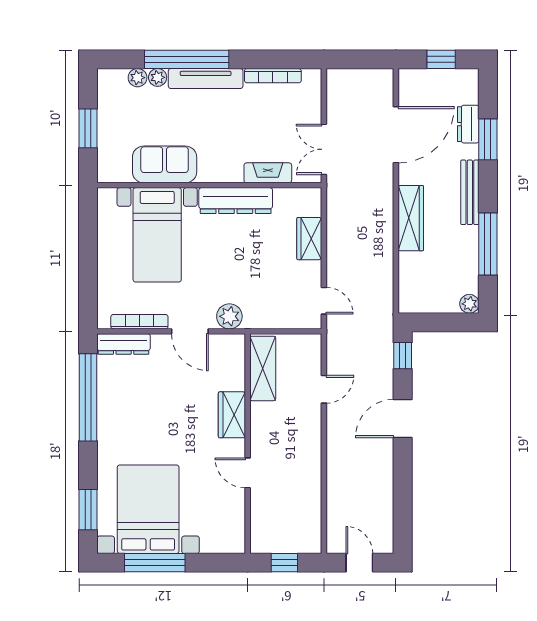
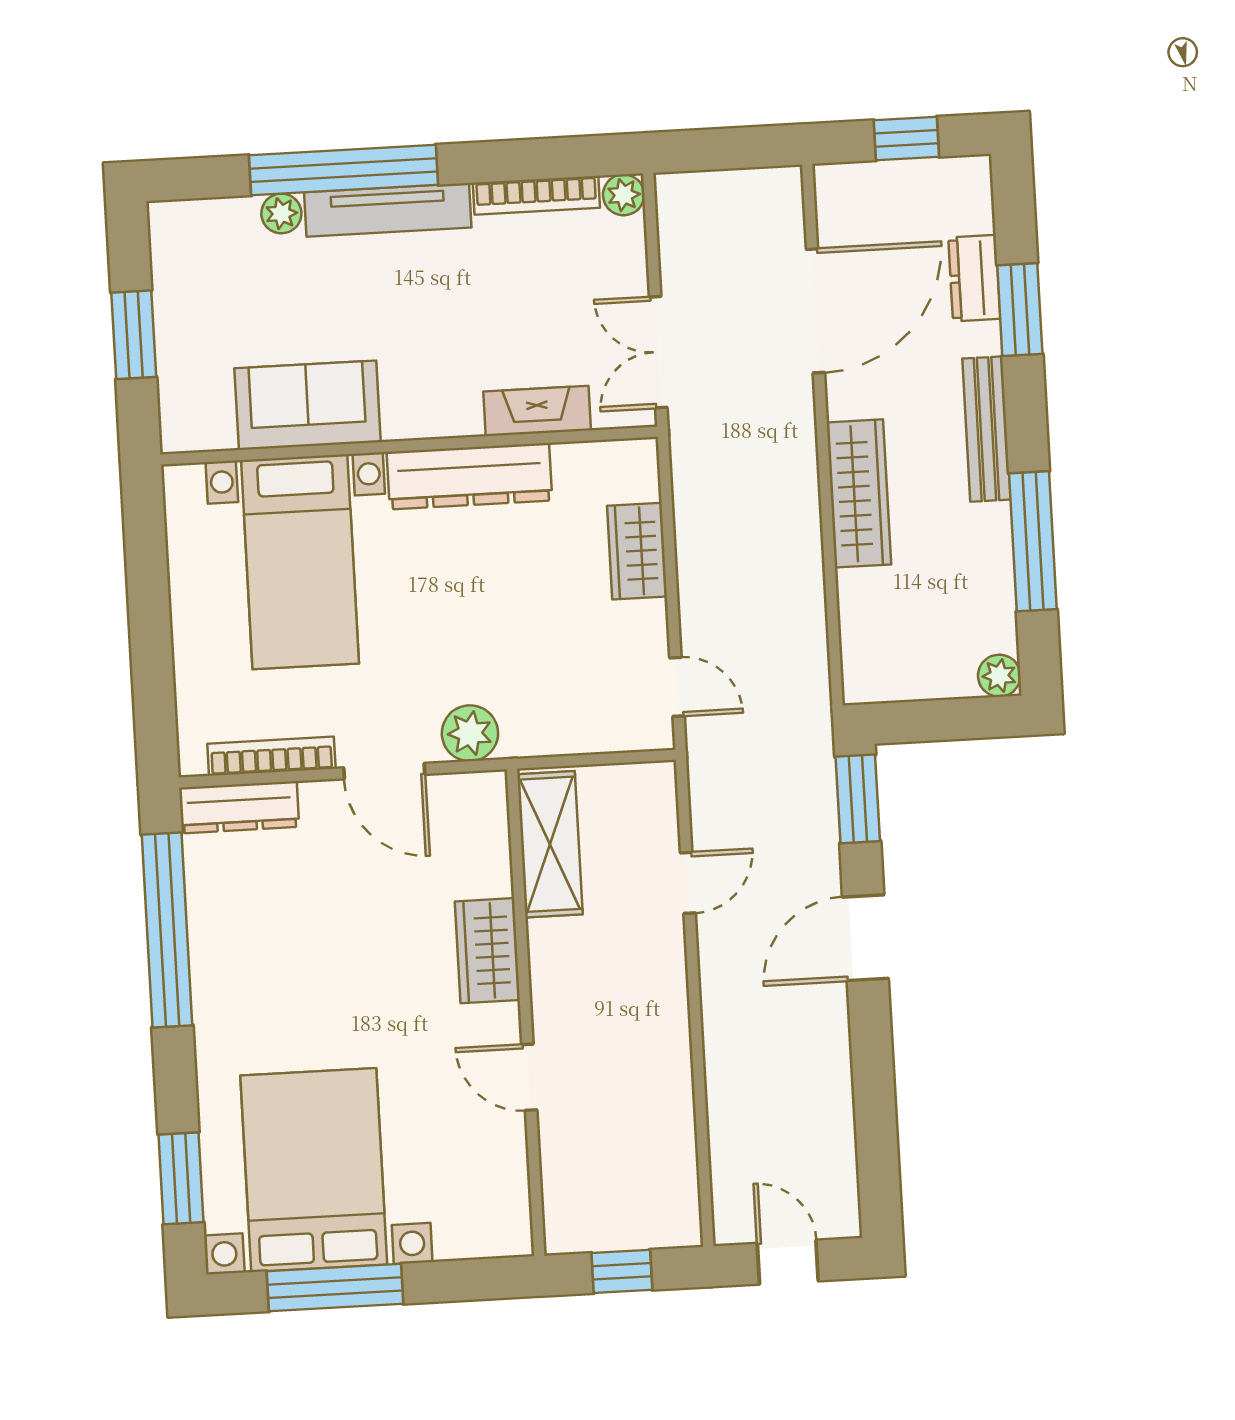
plant: (138, 78) -> (624, 195), moved
window: (403, 356) -> (858, 799), width x1.50

